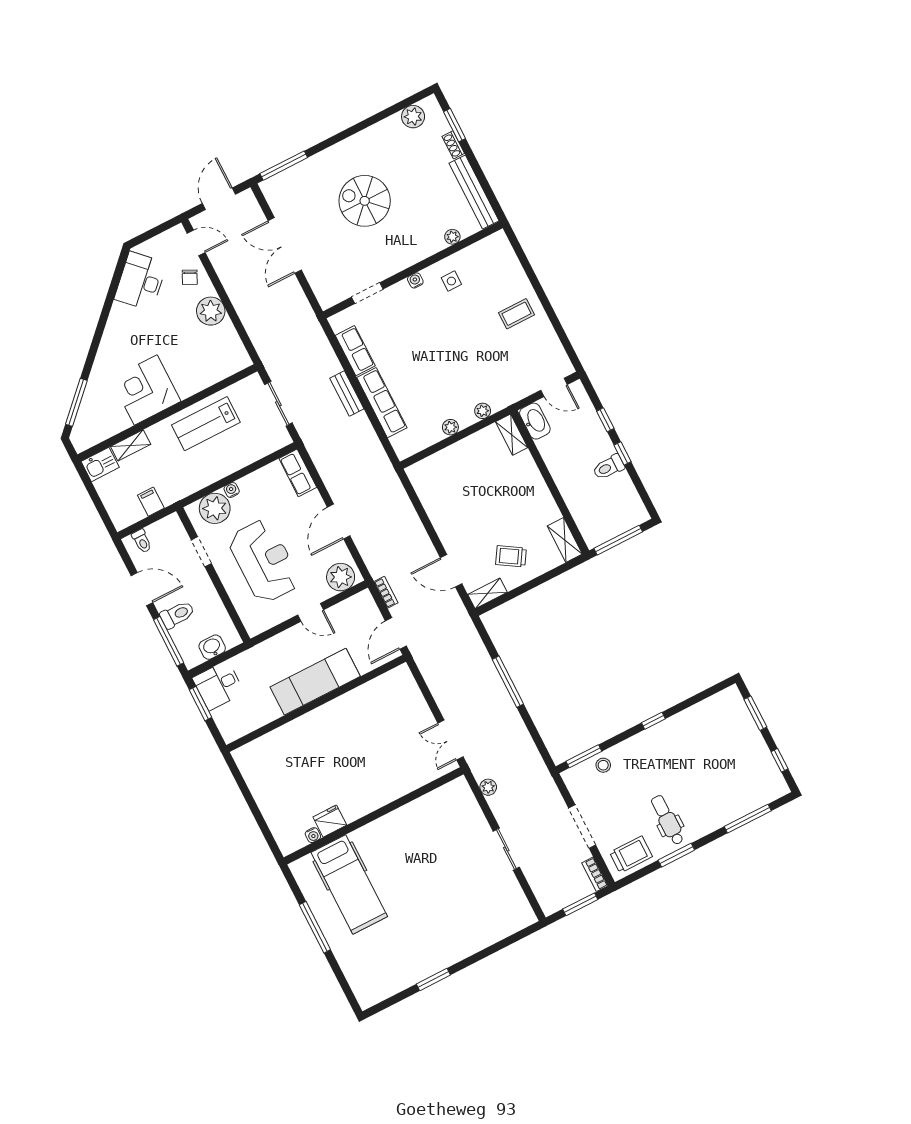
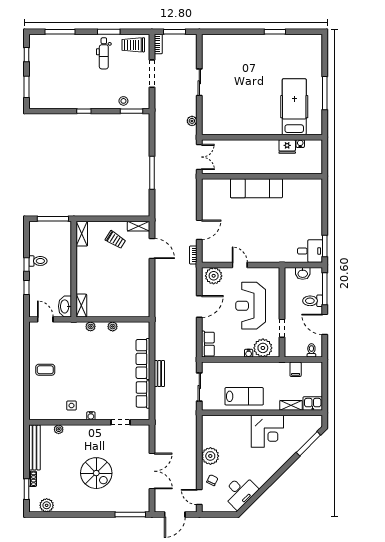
exam couch: (315, 682) -> (256, 188), moved
wall: (316, 703) -> (262, 176), moved

